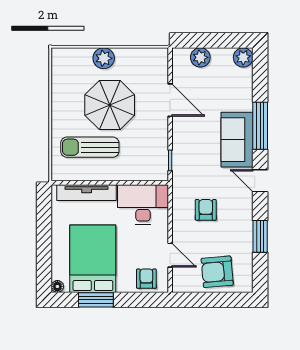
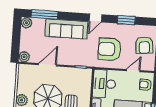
plant: (200, 57) -> (24, 57), moved
window: (260, 126) -> (44, 14), moved
sofa: (237, 140) -> (66, 29), width x1.36
armchair: (206, 210) -> (110, 49), width x1.88, depth x1.88

